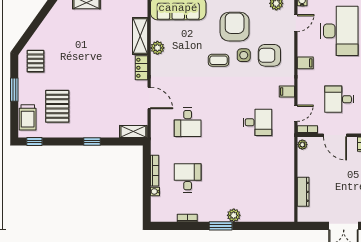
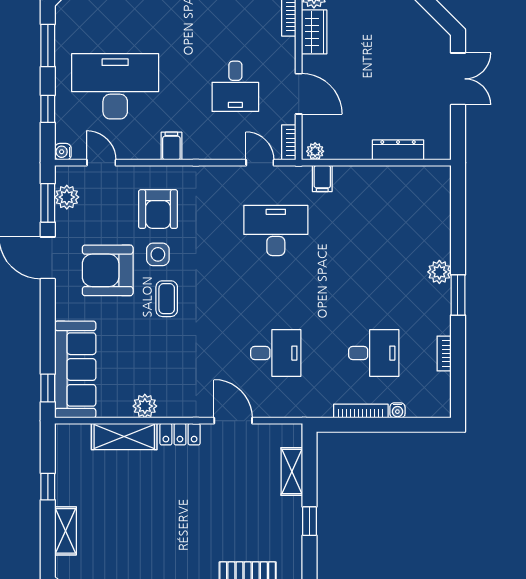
filing cabinet: (287, 92) -> (322, 178), moved
door: (149, 98) -> (233, 421), hinge flipped
desk: (257, 122) -> (276, 230), width x1.37
shelving: (133, 131) -> (292, 472), moved
door: (335, 135) -> (299, 94), hinge flipped
desk: (188, 178) -> (374, 353), turned 180

